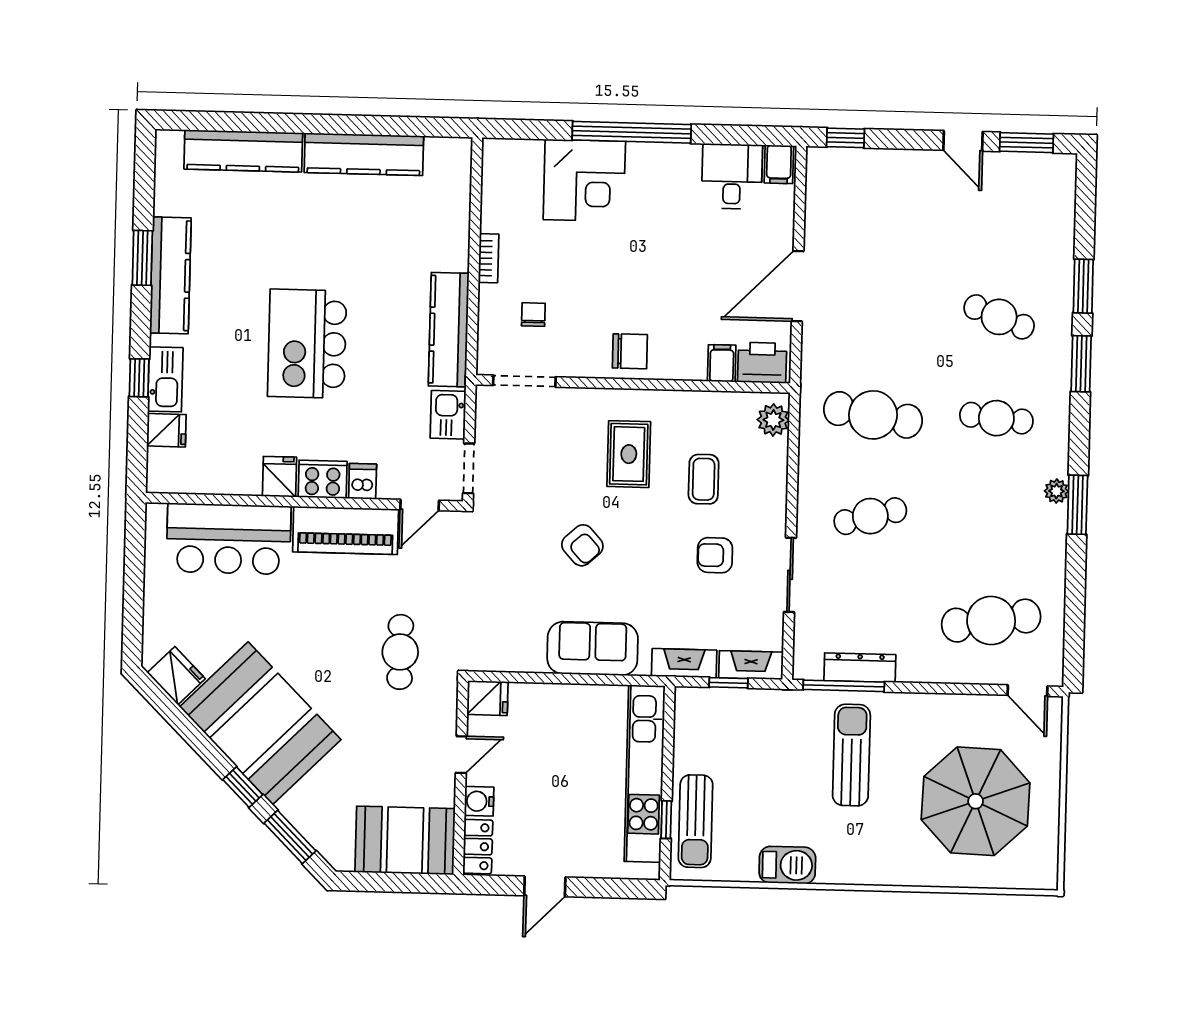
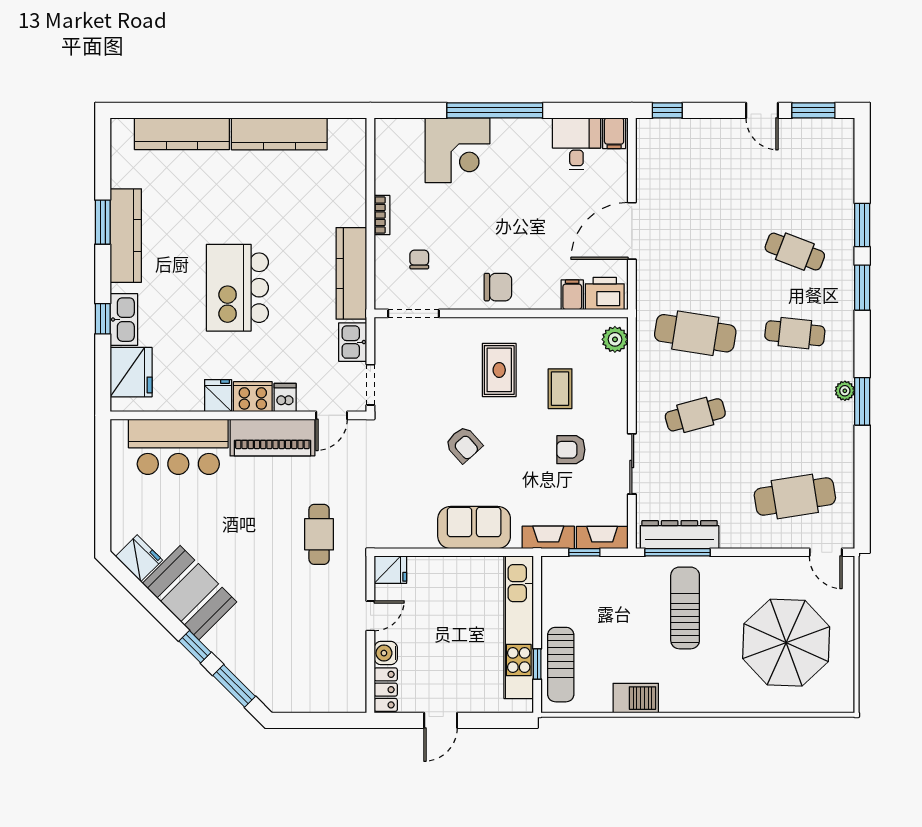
fridge: (166, 430) -> (131, 372), width x1.88, depth x1.34
dresser: (860, 668) -> (680, 535), width x1.37, depth x1.24
booth: (260, 723) -> (189, 593), width x0.73, depth x0.70
booth: (405, 840) -> (327, 686), removed

